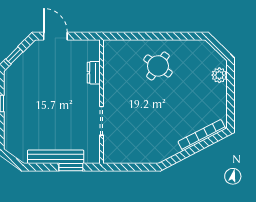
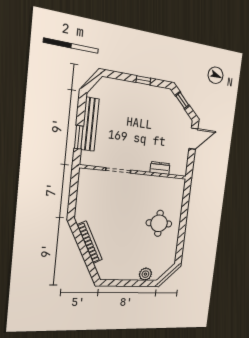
round table: (158, 66) -> (159, 223), turned -35
bookcase: (202, 135) -> (90, 242), moved

